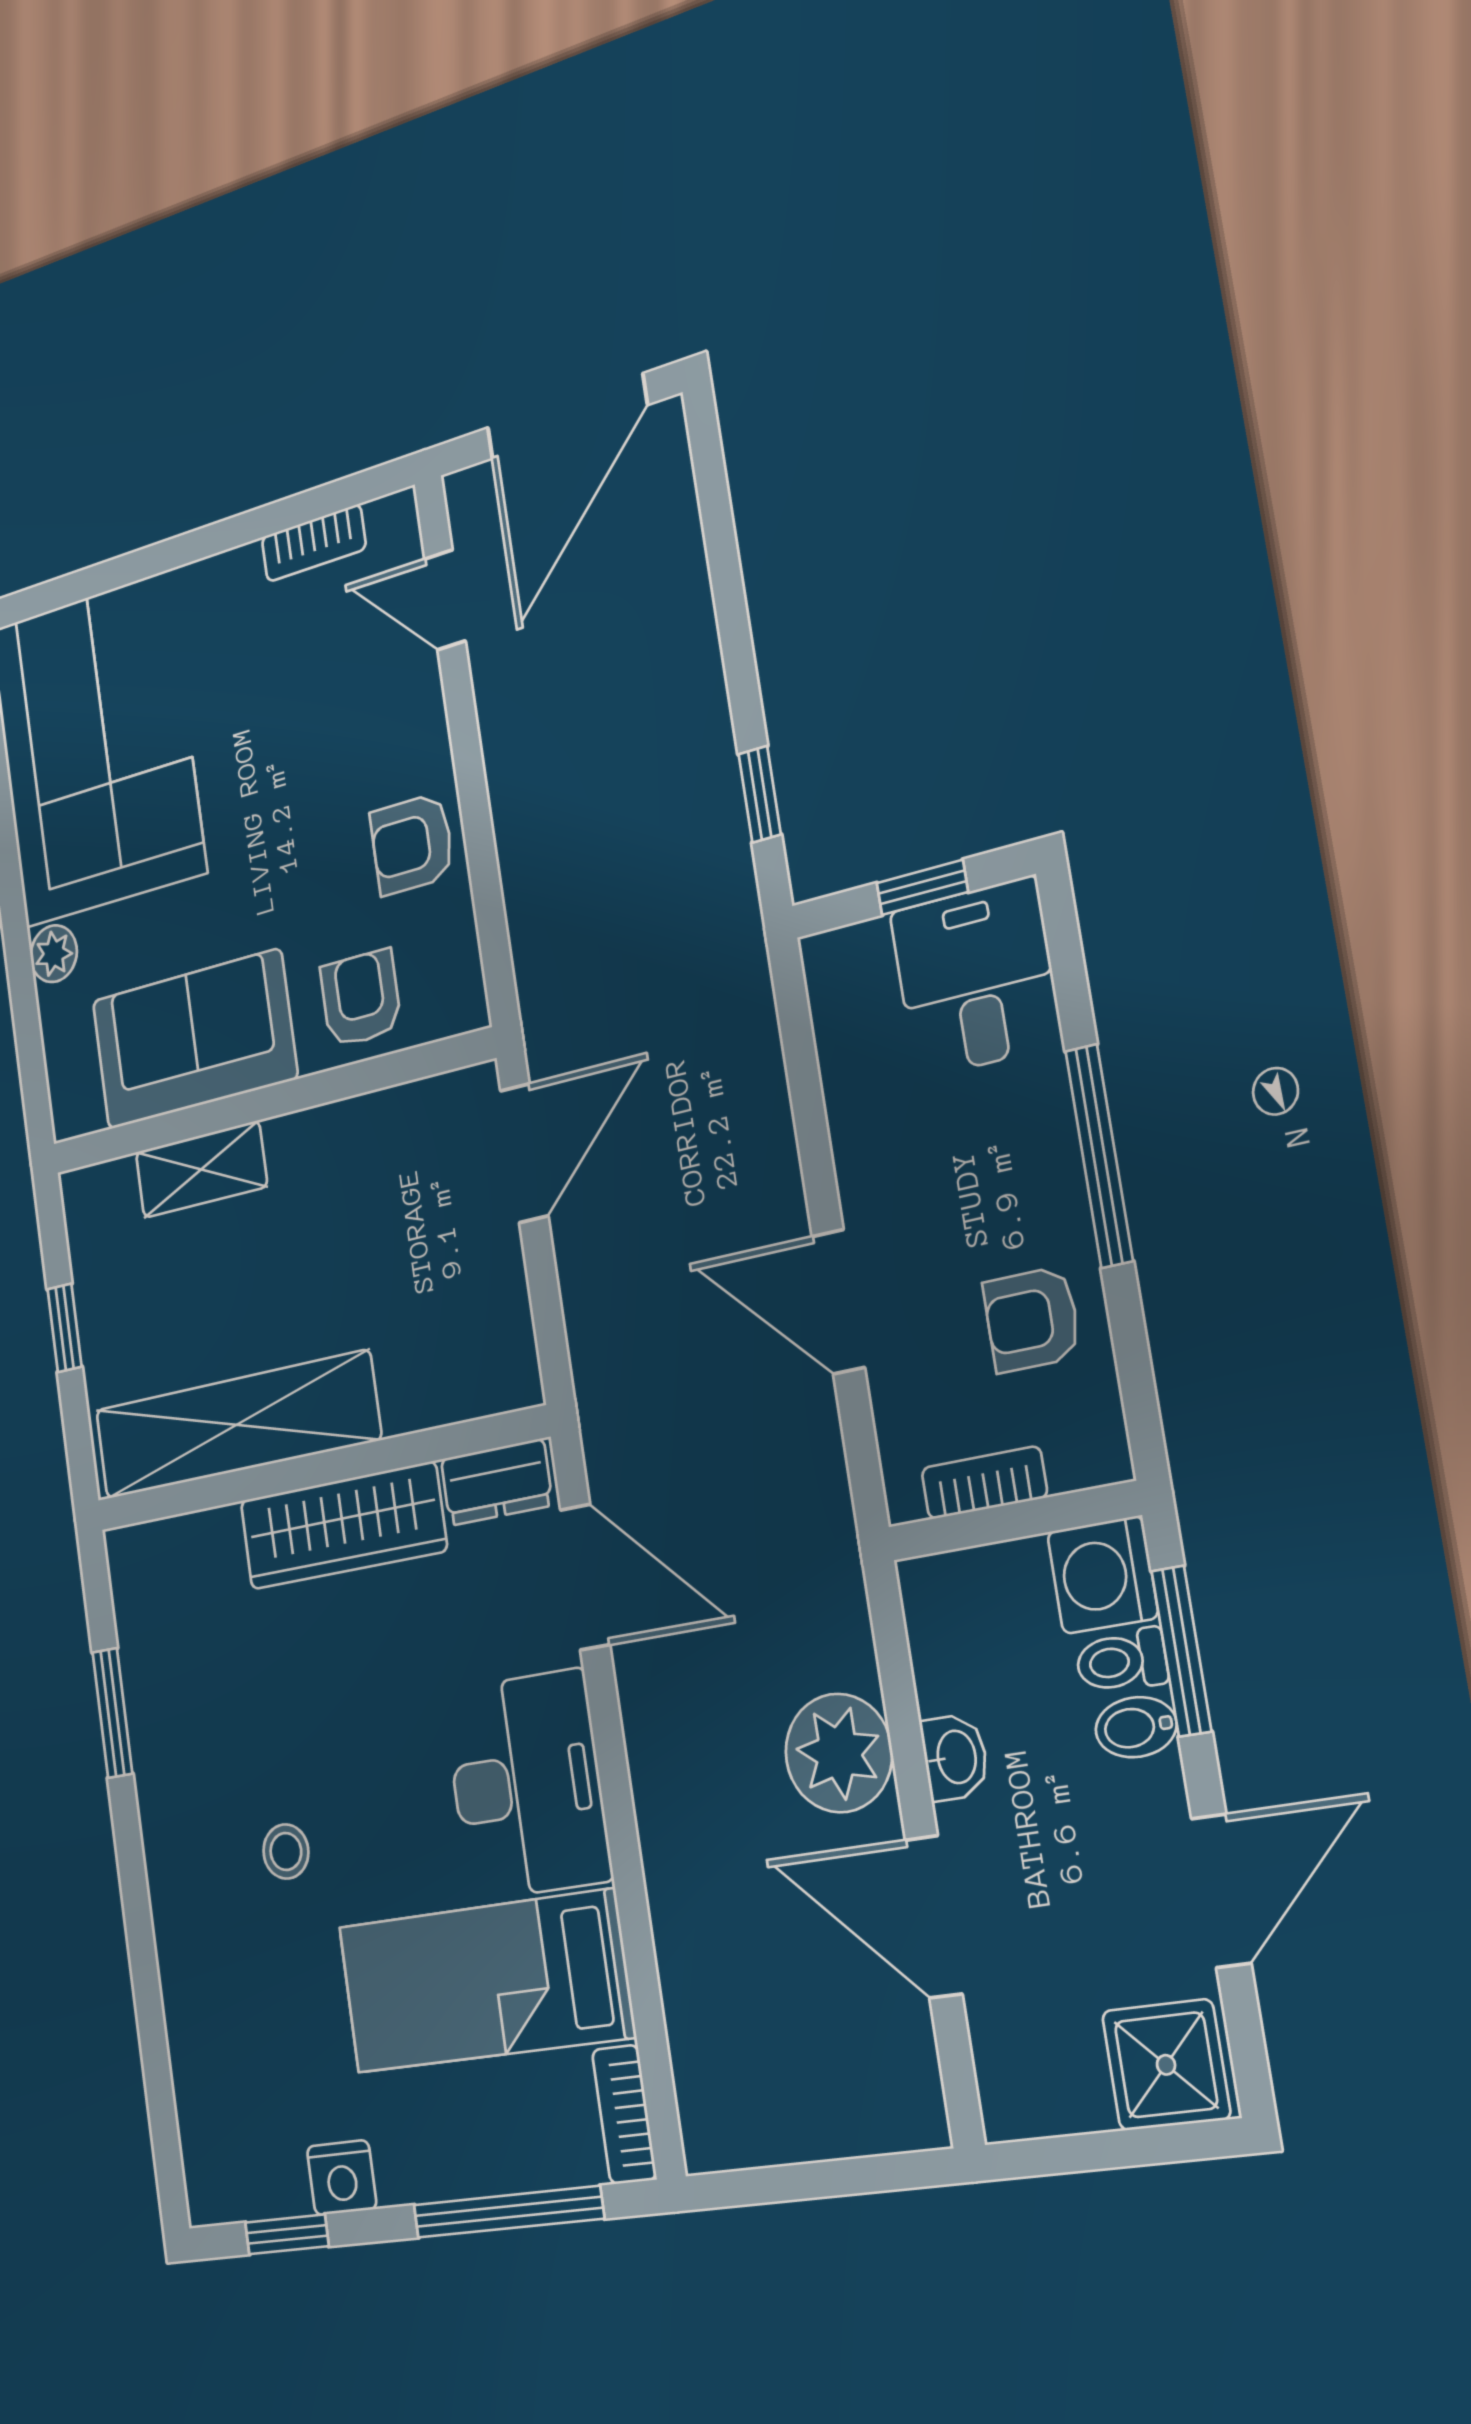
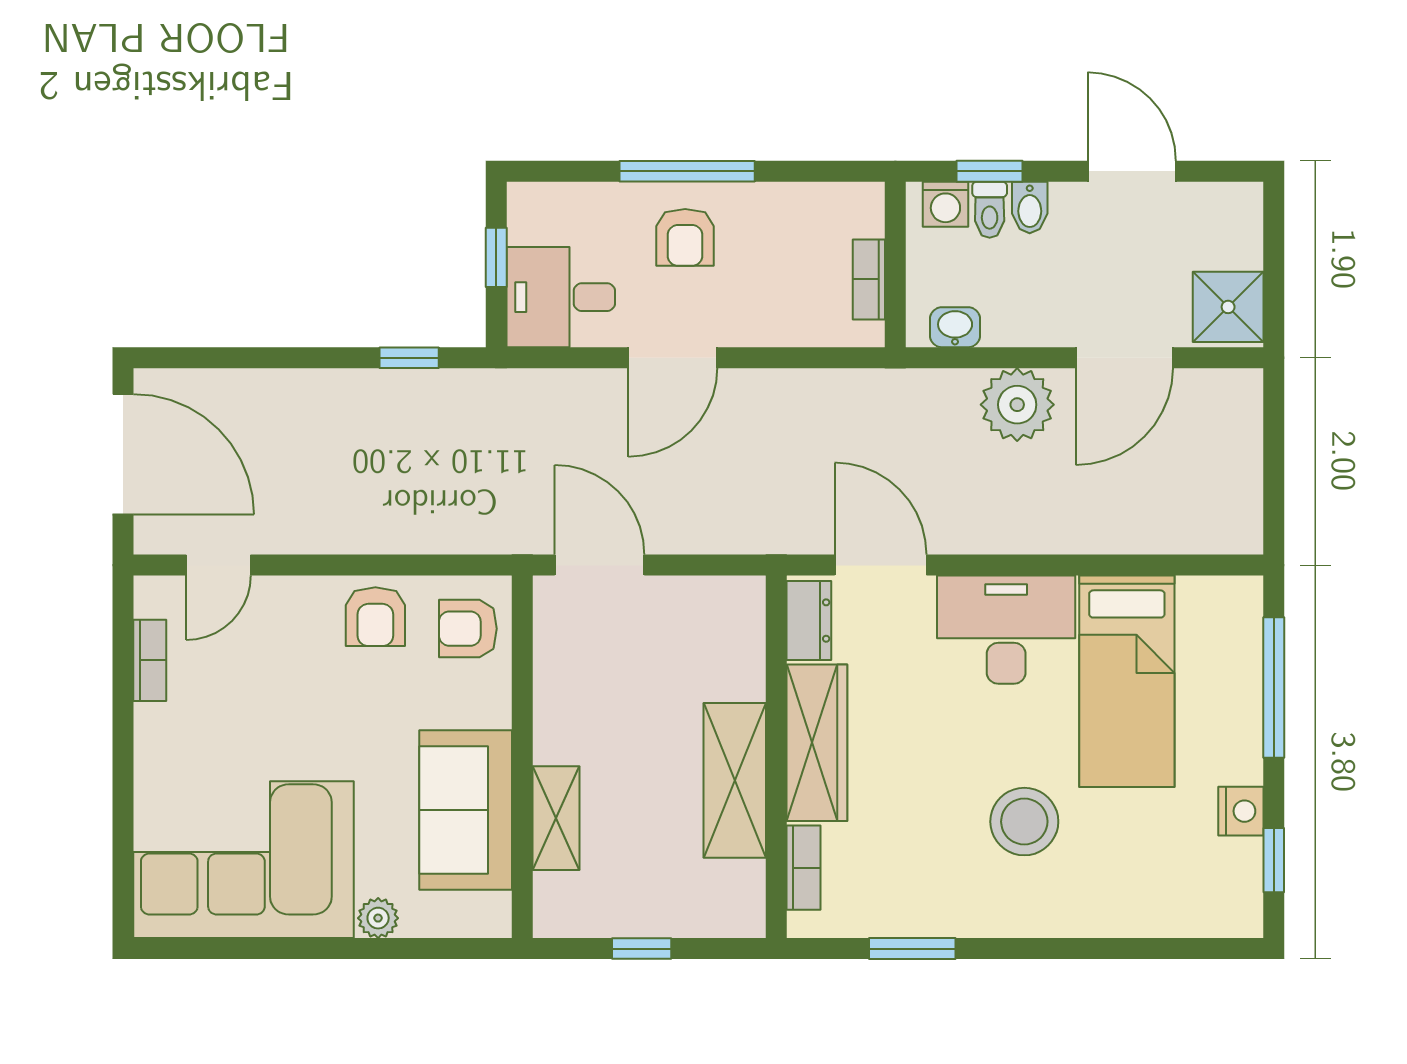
desk: (976, 978) -> (561, 297), moved
armchair: (361, 998) -> (468, 629), moved
door: (838, 1302) -> (673, 358), moved
armchair: (1032, 1319) -> (685, 237), moved
shelving: (236, 1425) -> (735, 780), width x0.68
washing machine: (1103, 1575) -> (945, 204), width x0.73, depth x0.73
door: (585, 1577) -> (881, 565), hinge flipped
window: (1181, 1651) -> (990, 171), width x0.67
washbasin: (955, 1757) -> (955, 327), moved
stool: (286, 1851) -> (1024, 822), width x1.89, depth x1.89
shower: (1166, 2065) -> (1228, 307), moved
bookcase: (624, 2114) -> (803, 868), moved, turned -90

